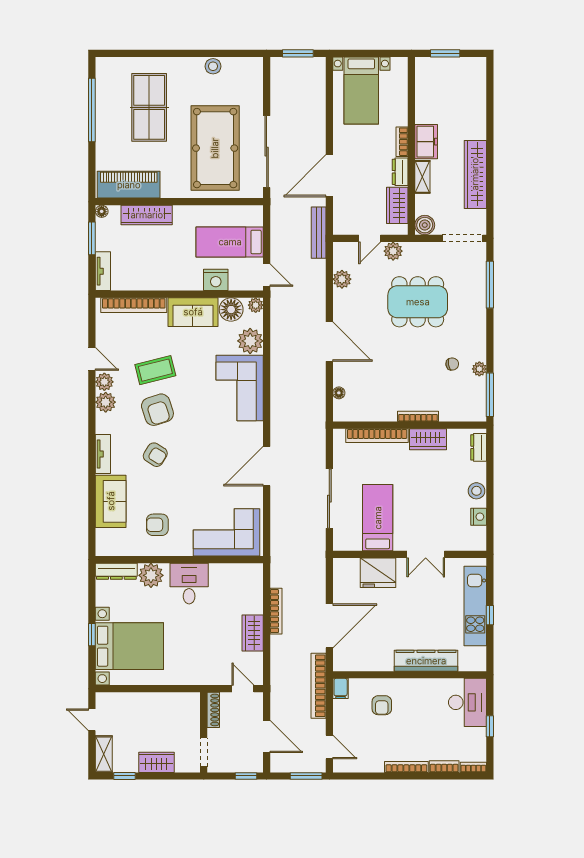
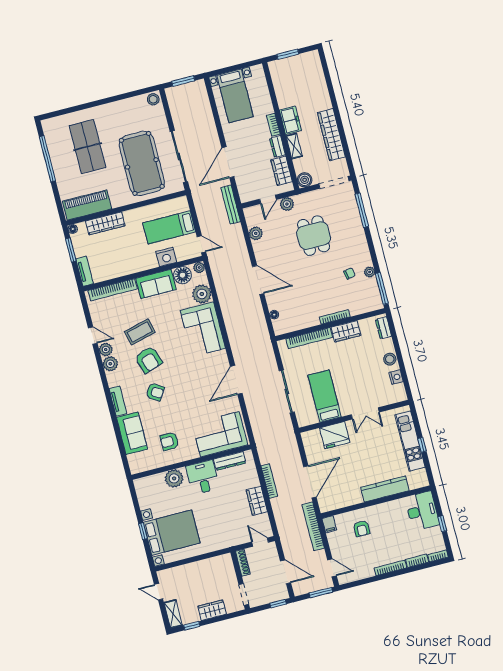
stool: (213, 66) -> (153, 99), moved
dining table: (418, 302) -> (314, 236), width x0.73
dresser: (116, 571) -> (230, 461), moved

